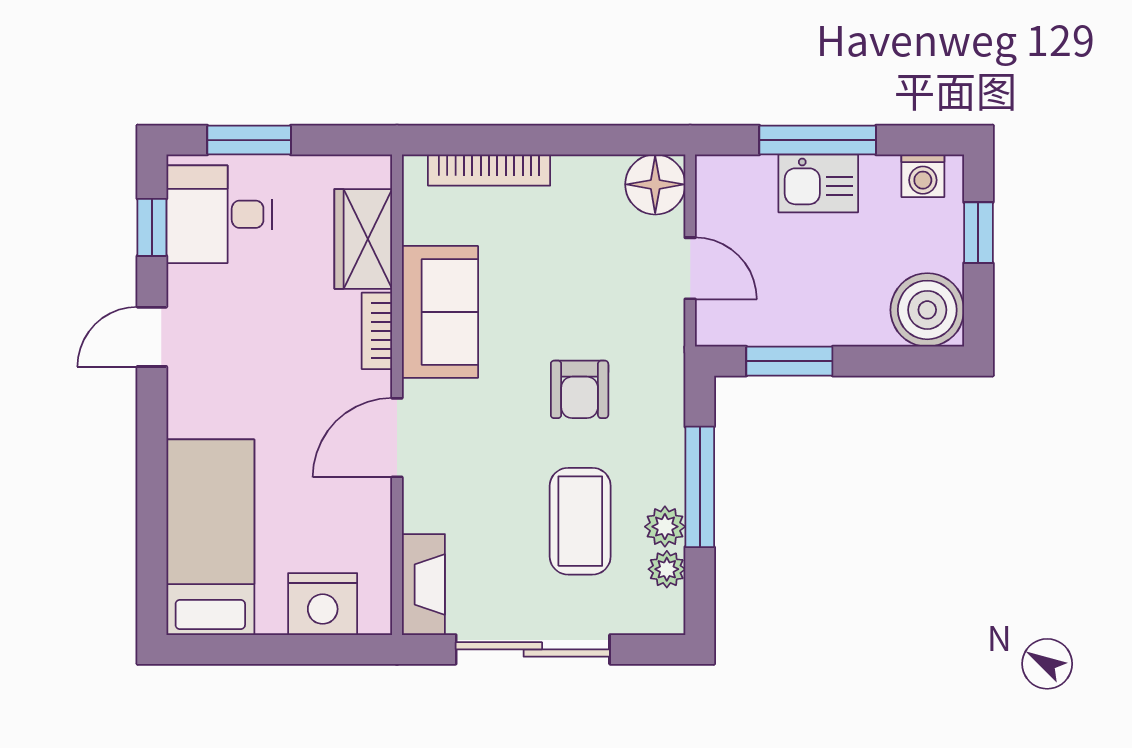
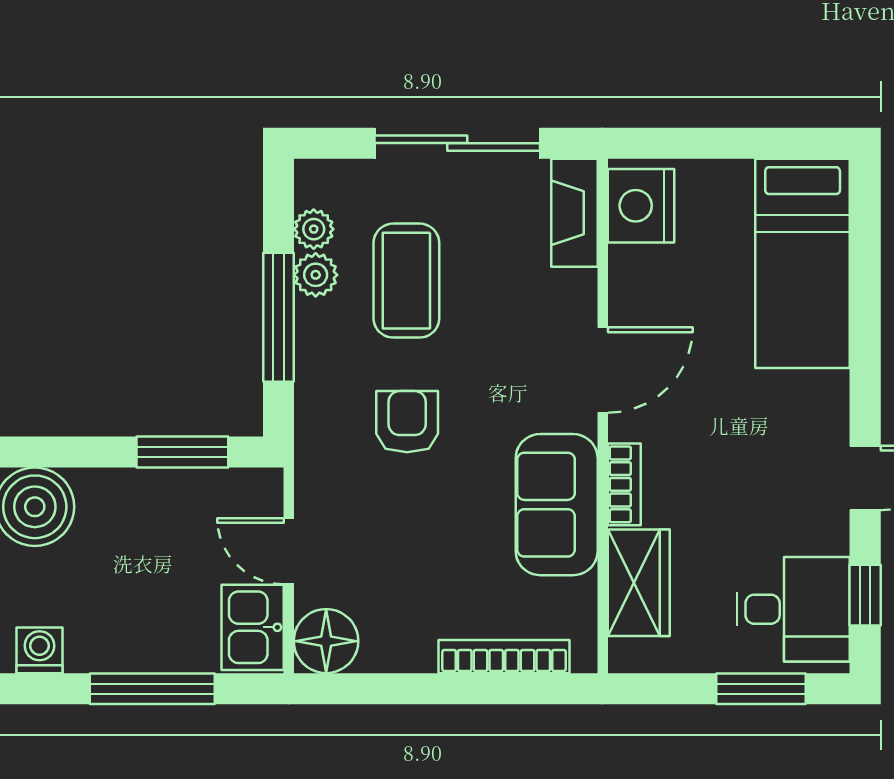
kitchen sink: (818, 183) -> (253, 627), moved, turned -90
nightstand: (323, 604) -> (641, 206), moved, turned -90

